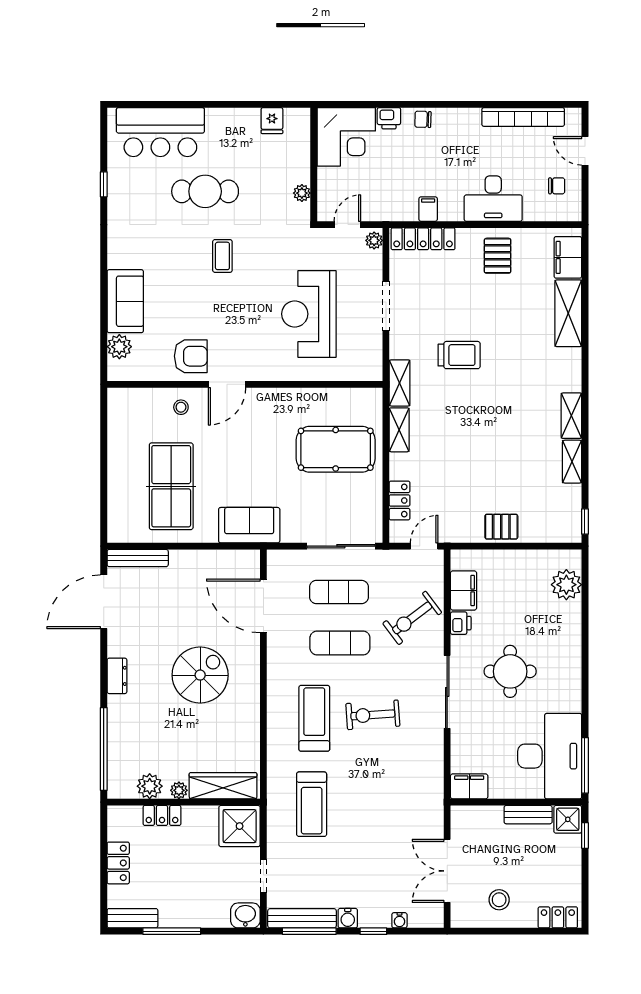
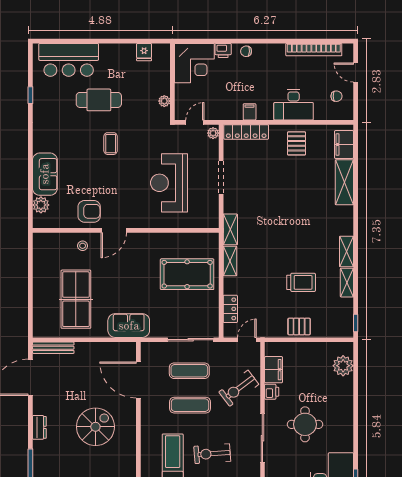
trolley: (459, 355) -> (301, 282), moved

